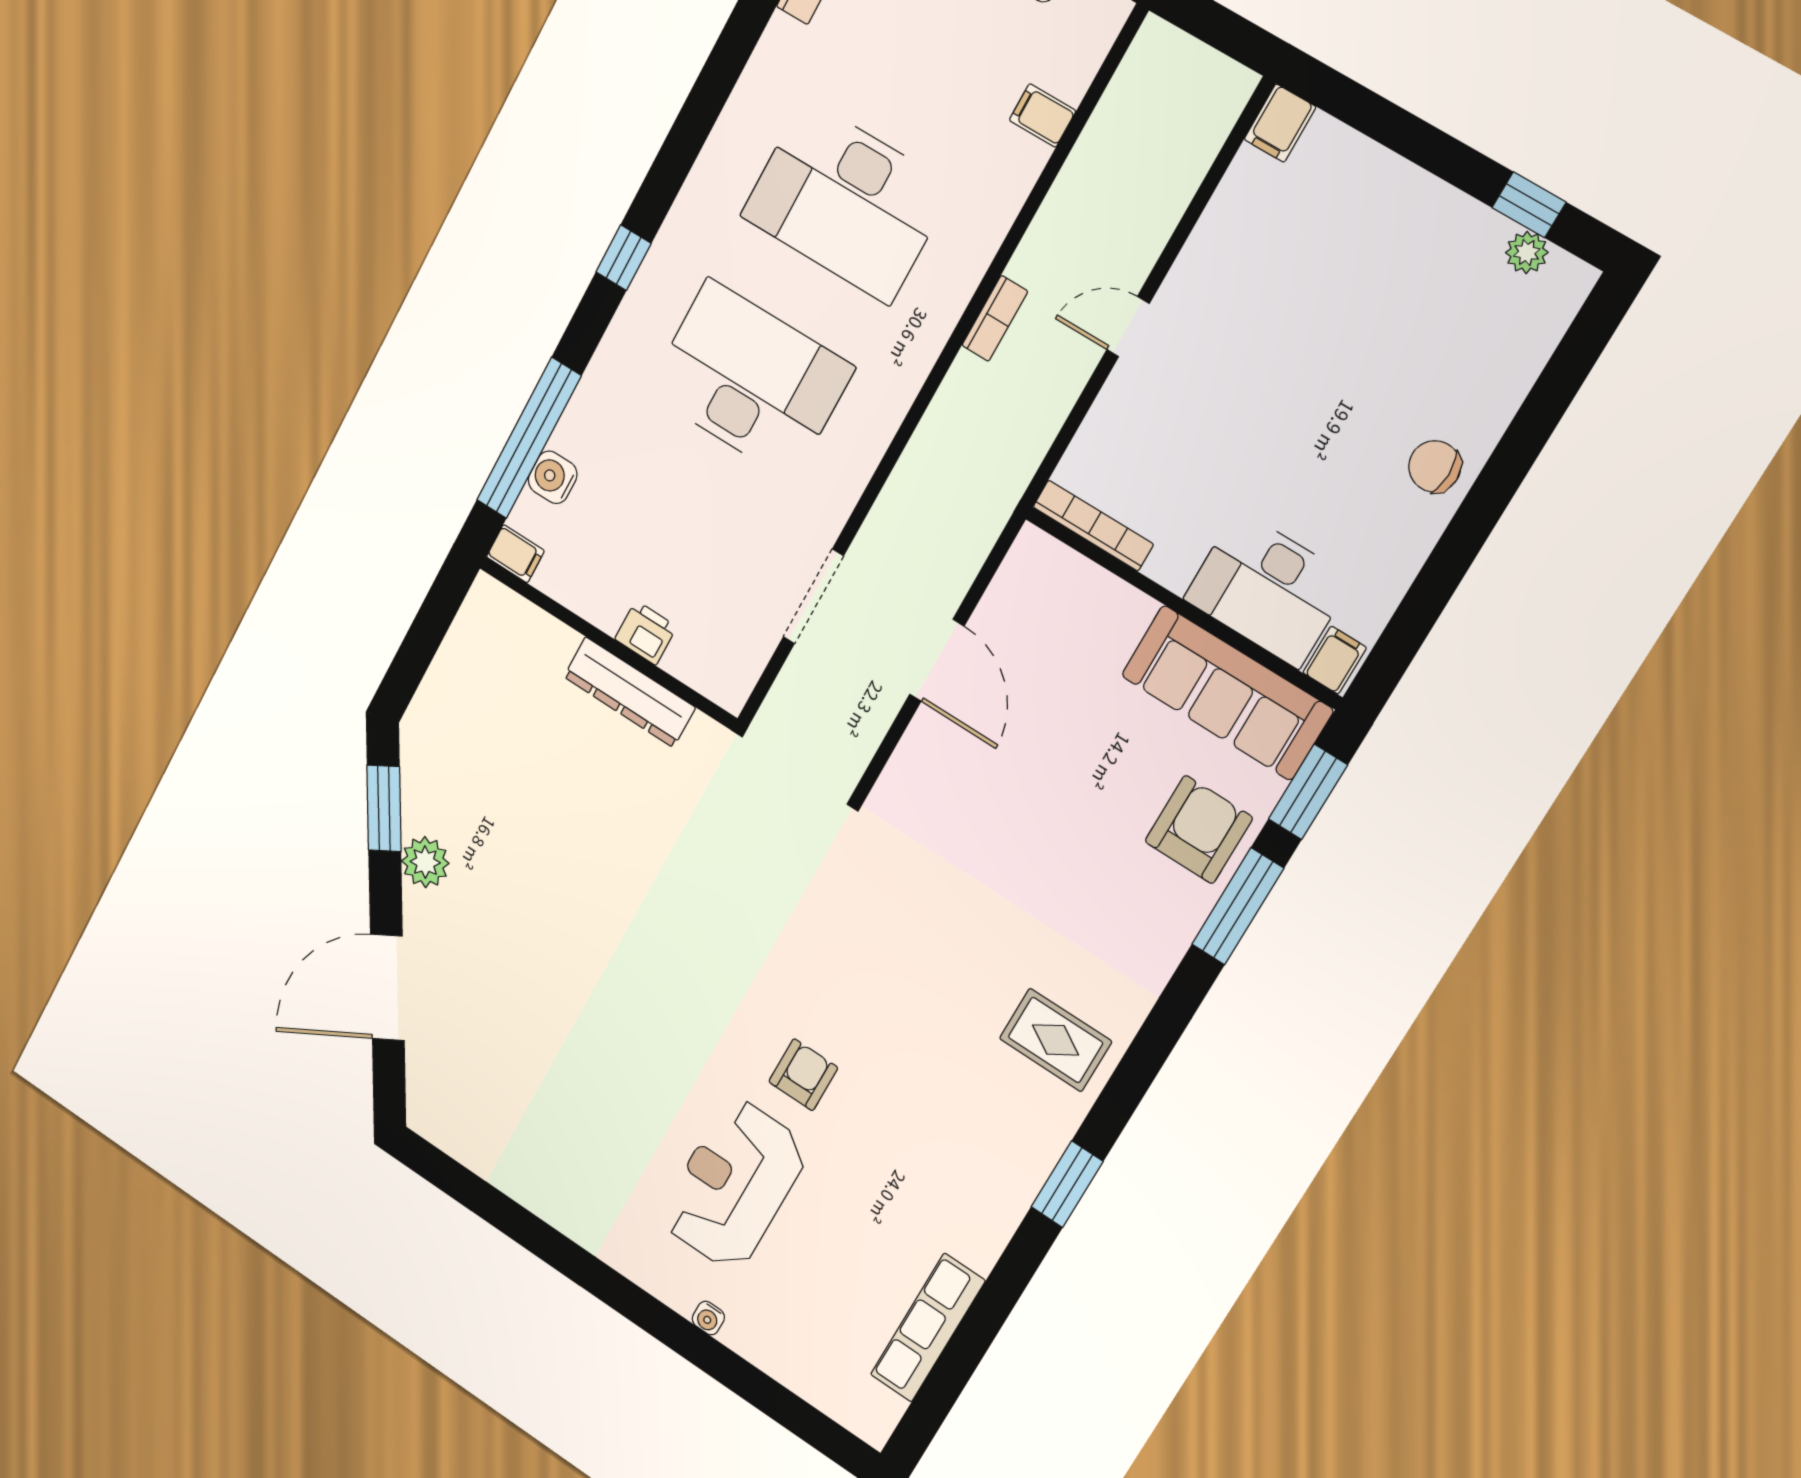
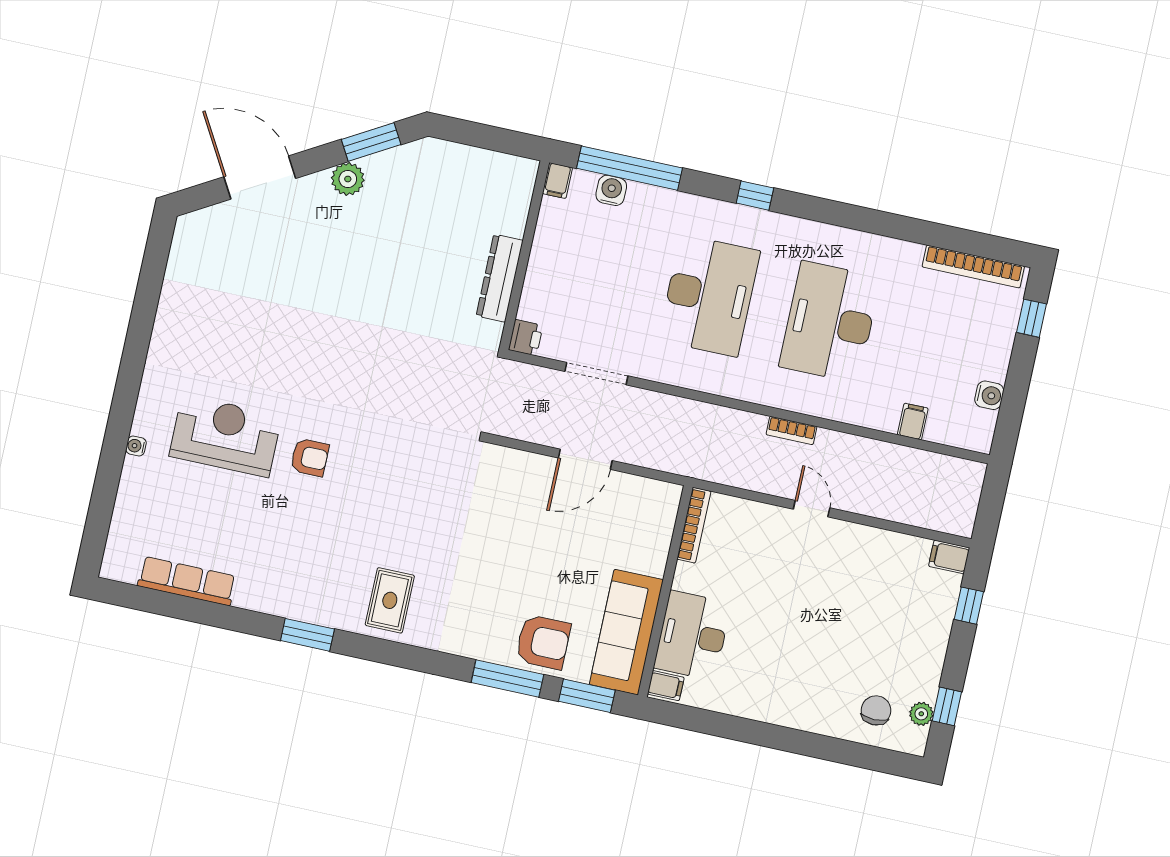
window: (1372, 115) -> (969, 606), added
chair: (1435, 466) -> (876, 710), moved
printer: (646, 633) -> (526, 338), moved

